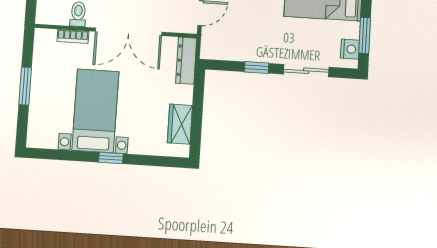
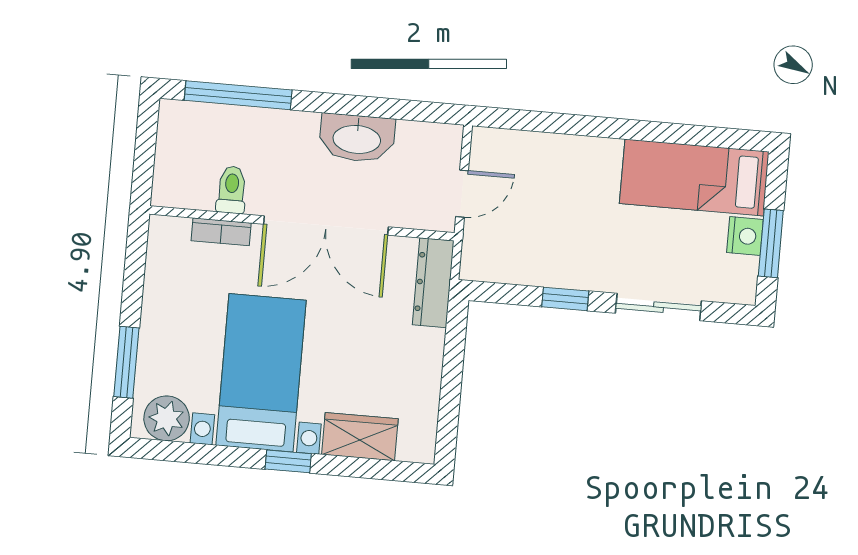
nightstand: (350, 49) -> (745, 236), moved
window: (25, 86) -> (126, 362), moved
wardrobe: (180, 124) -> (360, 437), moved, turned 90
plant: (45, 137) -> (167, 418), added

